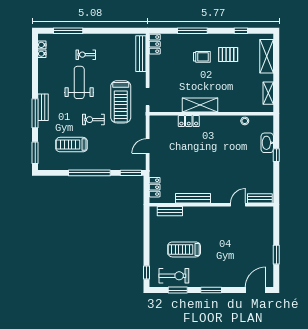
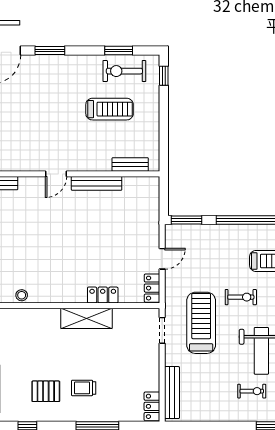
locker: (155, 187) -> (152, 288), moved
door: (238, 205) -> (56, 174), moved
window: (211, 290) -> (50, 50), moved

